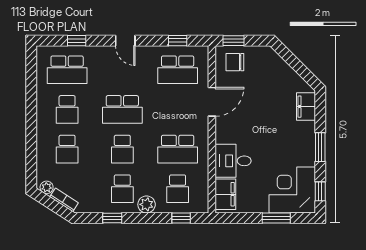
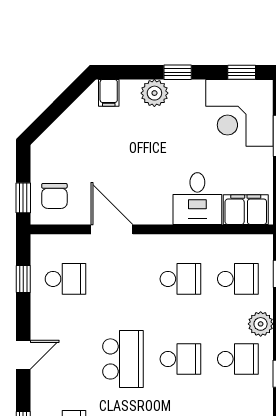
school desk: (178, 70) -> (66, 279), width x0.54
filing cabinet: (306, 107) -> (109, 93), width x0.50
plant: (306, 131) -> (154, 93), added
window: (320, 147) -> (178, 72), width x0.67
school desk: (178, 149) -> (180, 279), width x0.54

